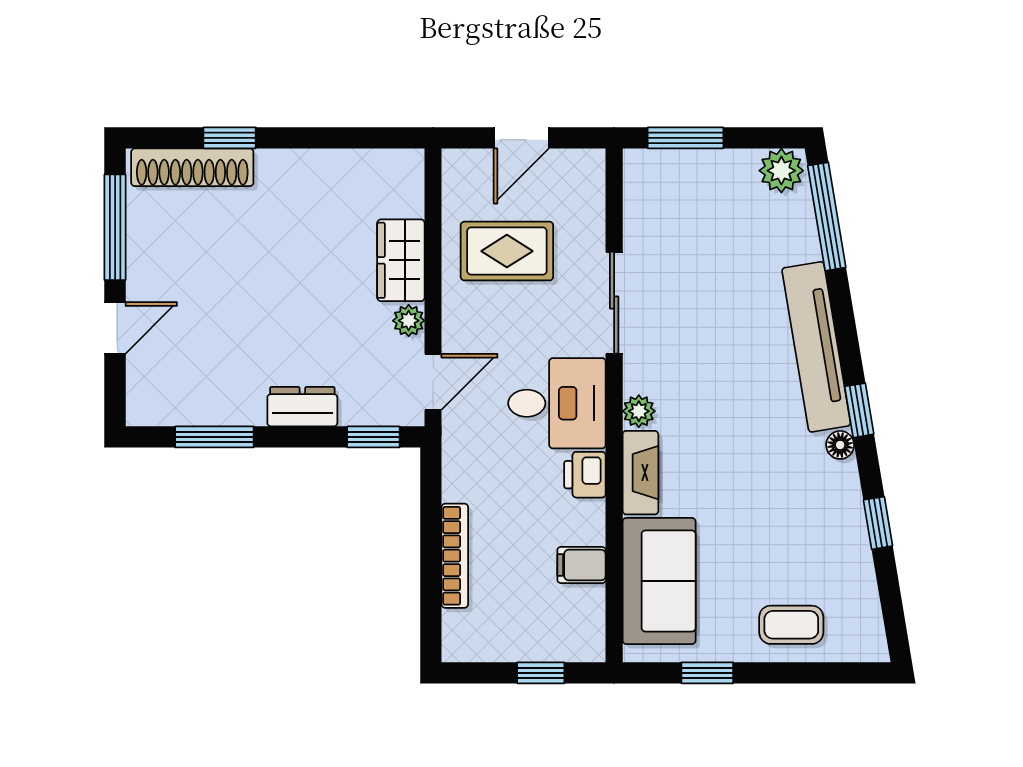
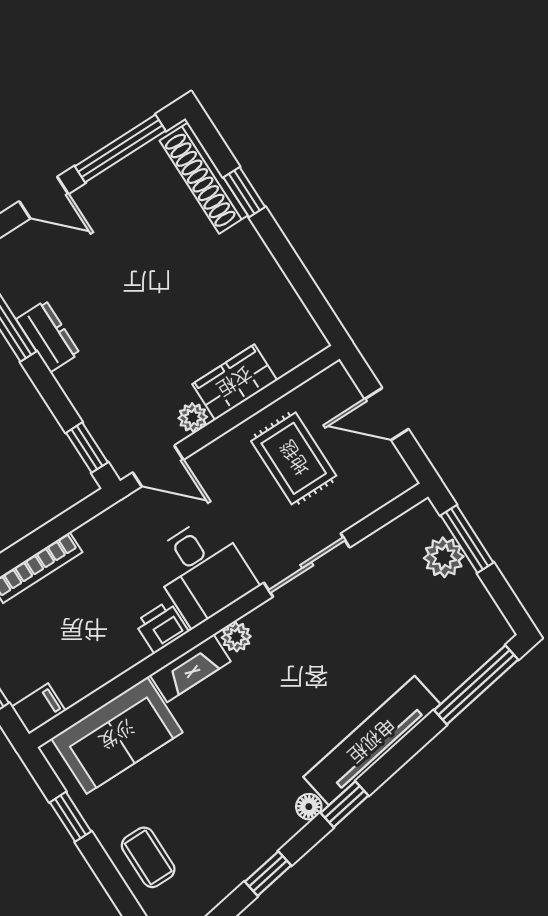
plant: (781, 171) -> (444, 557), moved
dresser: (302, 407) -> (48, 336), moved
filing cabinet: (581, 565) -> (39, 709), moved, turned 90

